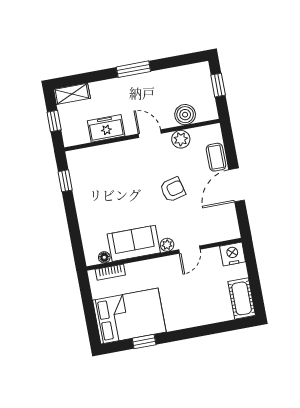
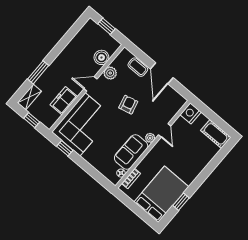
window: (133, 69) -> (38, 72), moved
corner sofa: (105, 170) -> (82, 124), added

